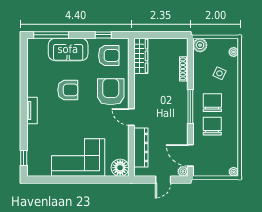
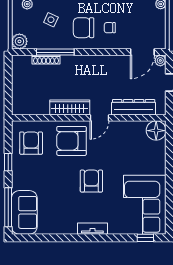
window: (103, 35) -> (8, 162), moved
sofa: (68, 49) -> (24, 212), moved
wardrobe: (141, 56) -> (70, 107), moved
armchair: (68, 90) -> (91, 181), moved
window: (190, 107) -> (55, 52), moved
chair: (212, 126) -> (110, 28), width x0.54, depth x0.54
corner sofa: (78, 158) -> (145, 205), moved

